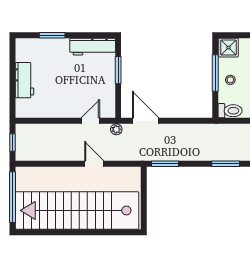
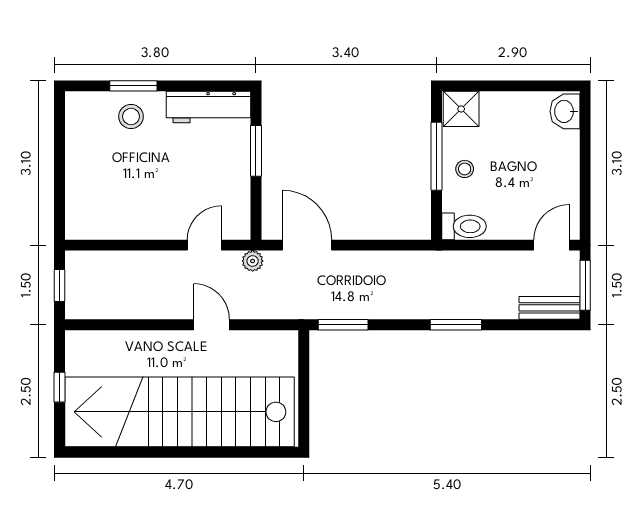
stool: (51, 52) -> (131, 116), added
workbench: (24, 80) -> (82, 170), removed
window: (12, 197) -> (60, 387), width x0.32

